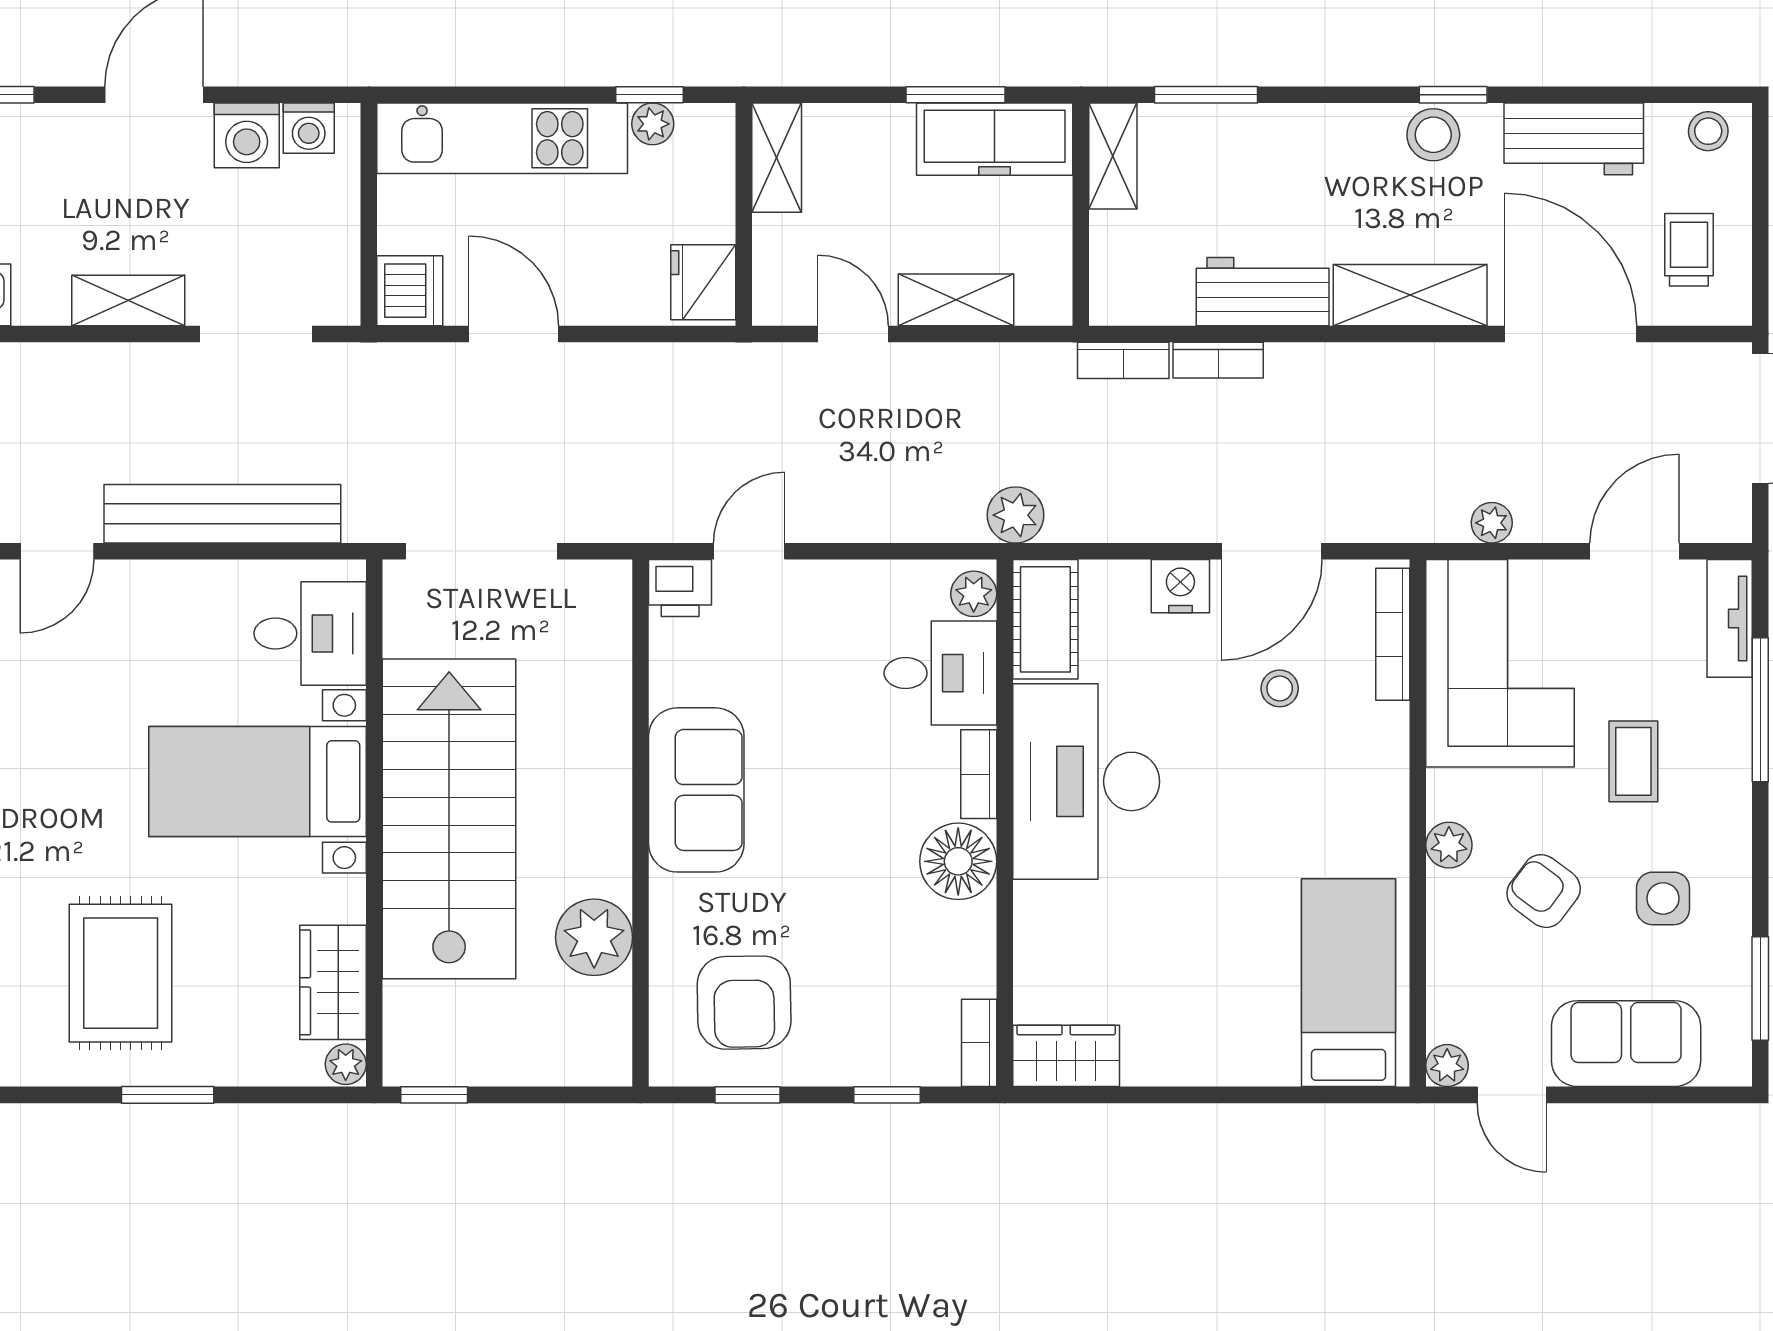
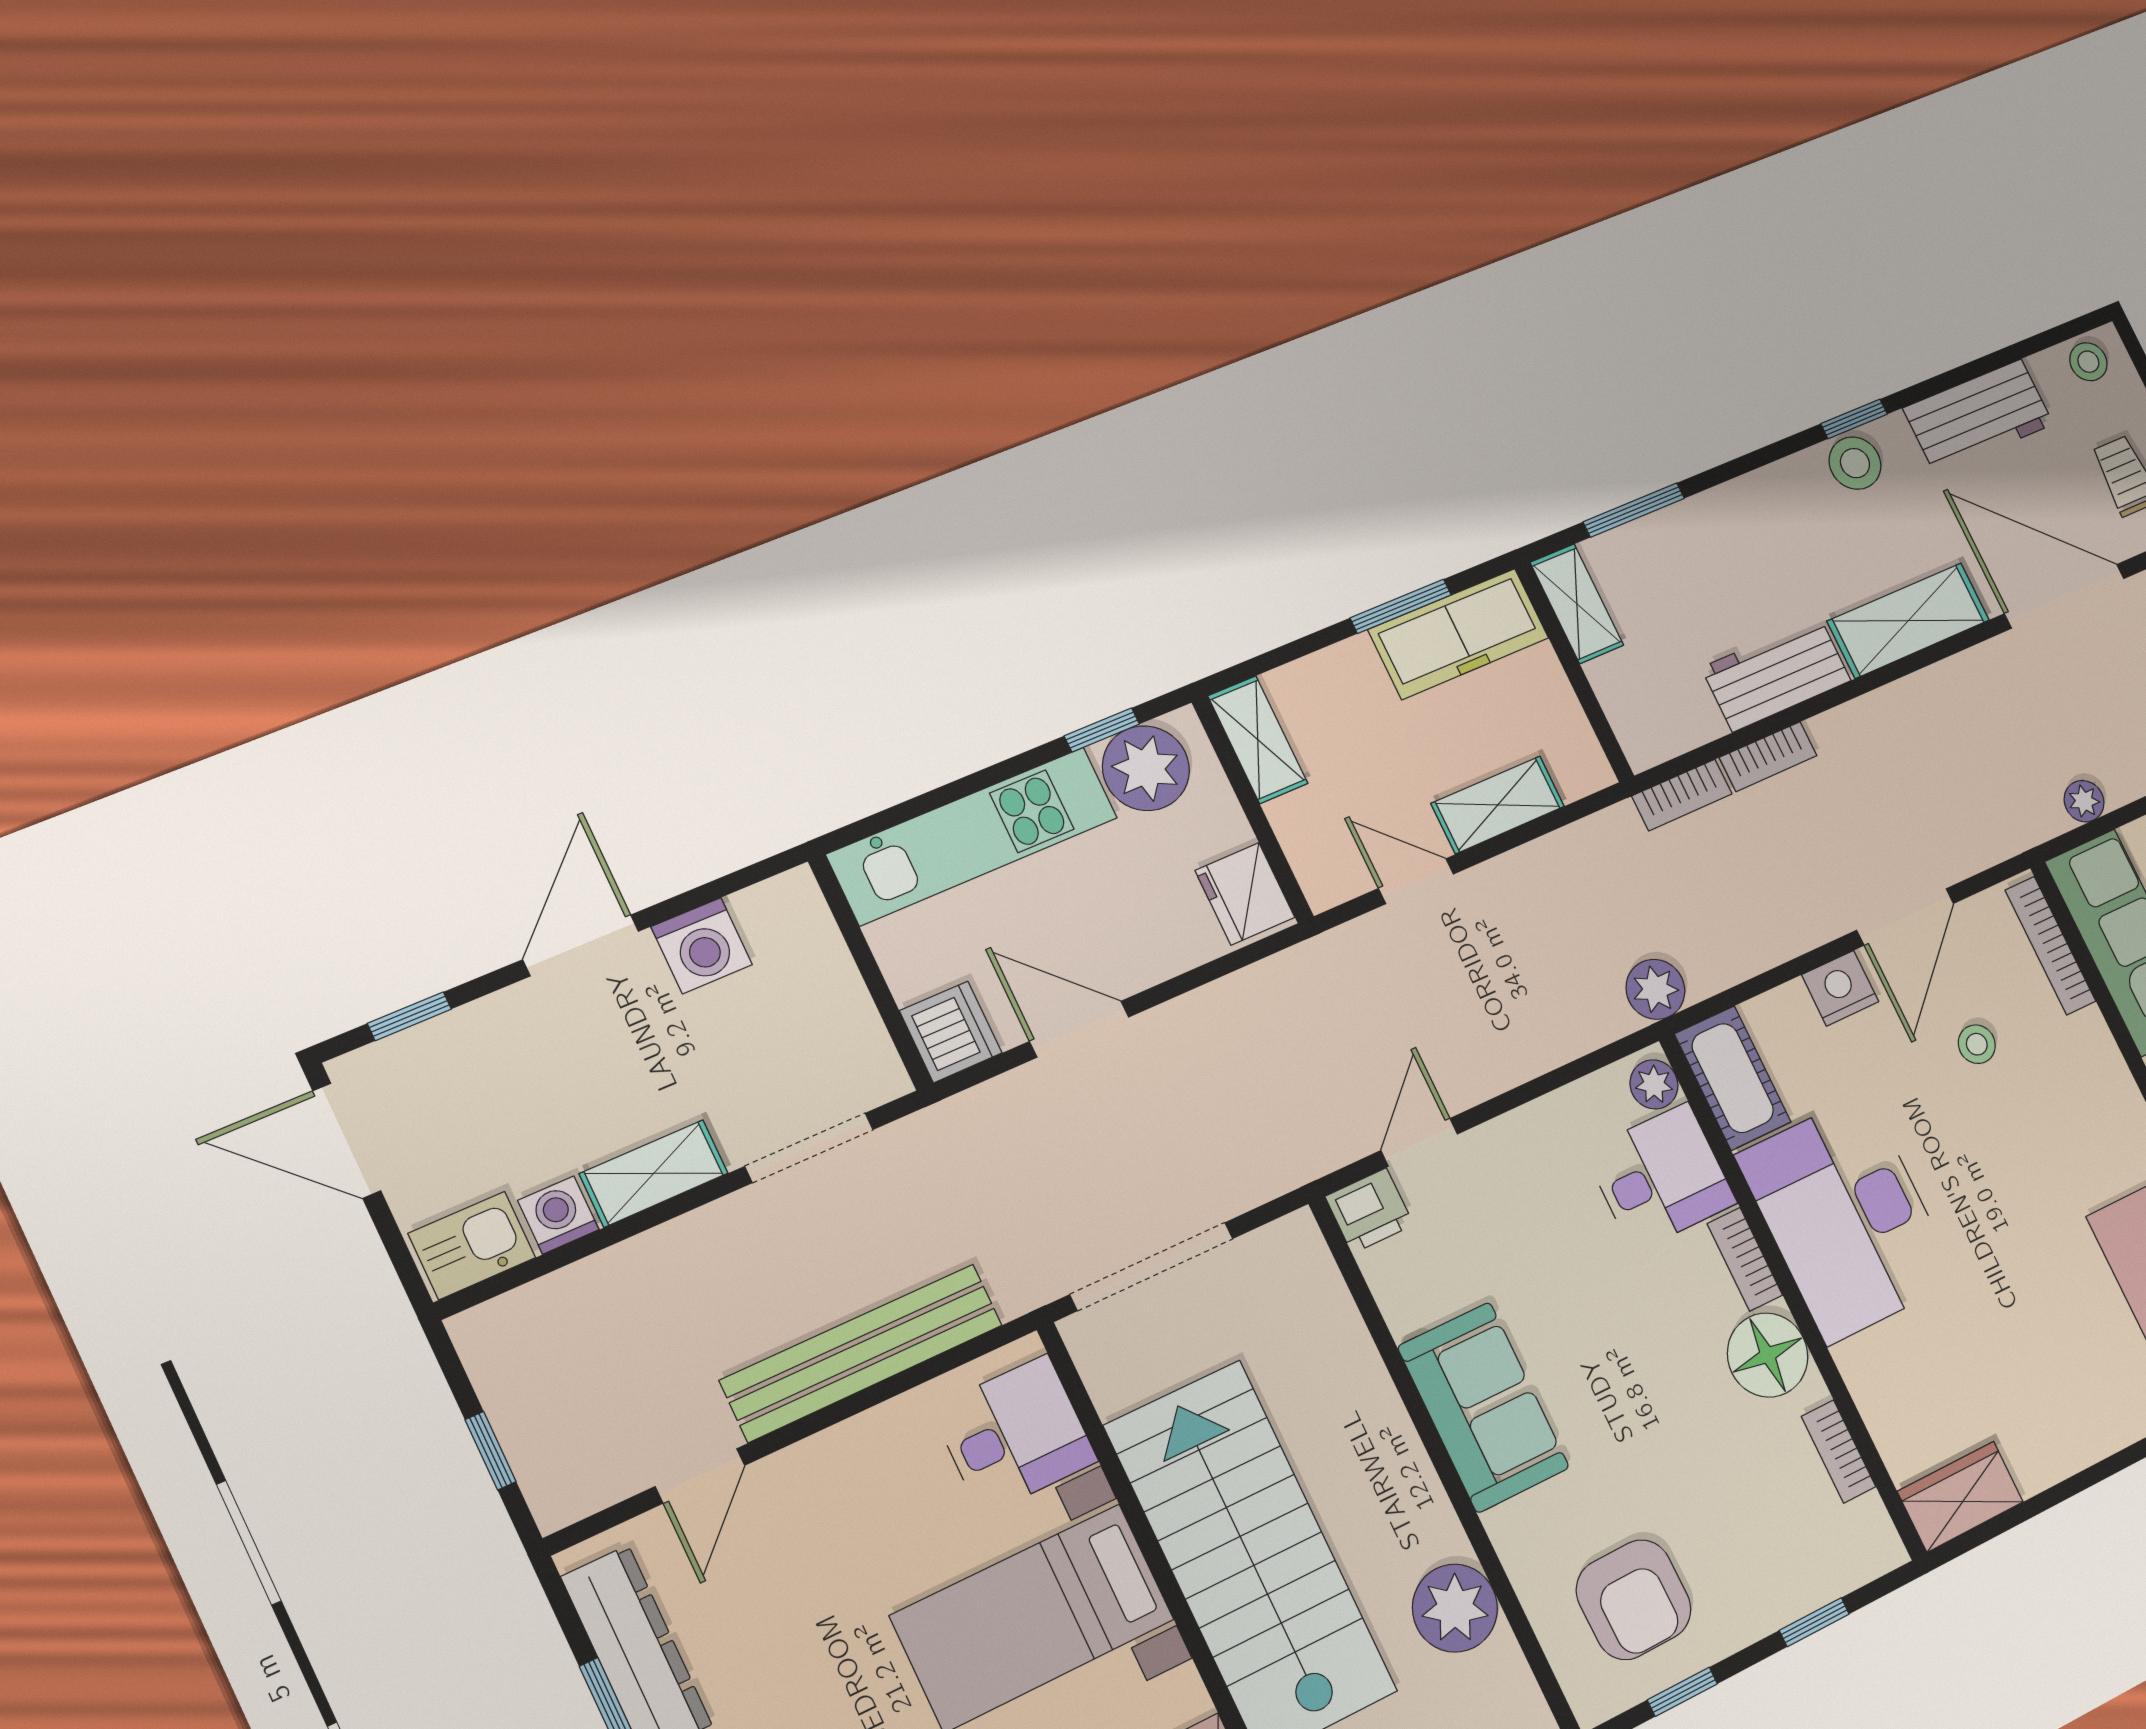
plant: (653, 124) -> (1146, 768), width x1.88, depth x1.88
washing machine: (309, 128) -> (558, 1215), moved, turned 180
bookcase: (979, 1043) -> (1839, 1451), moved

